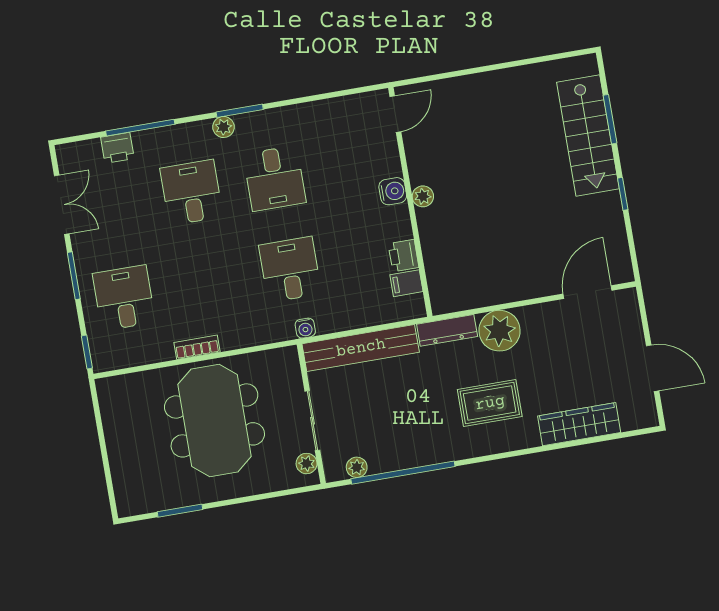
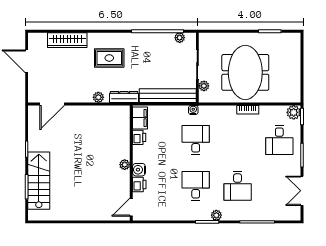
printer: (117, 148) -> (139, 185), moved, turned 90
desk: (290, 269) -> (196, 140), turned 180
filing cabinet: (406, 283) -> (140, 118), width x2.00
plant: (500, 331) -> (98, 97), width x0.53, depth x0.53
plant: (105, 357) -> (294, 112), added
plant: (307, 464) -> (204, 86), moved

